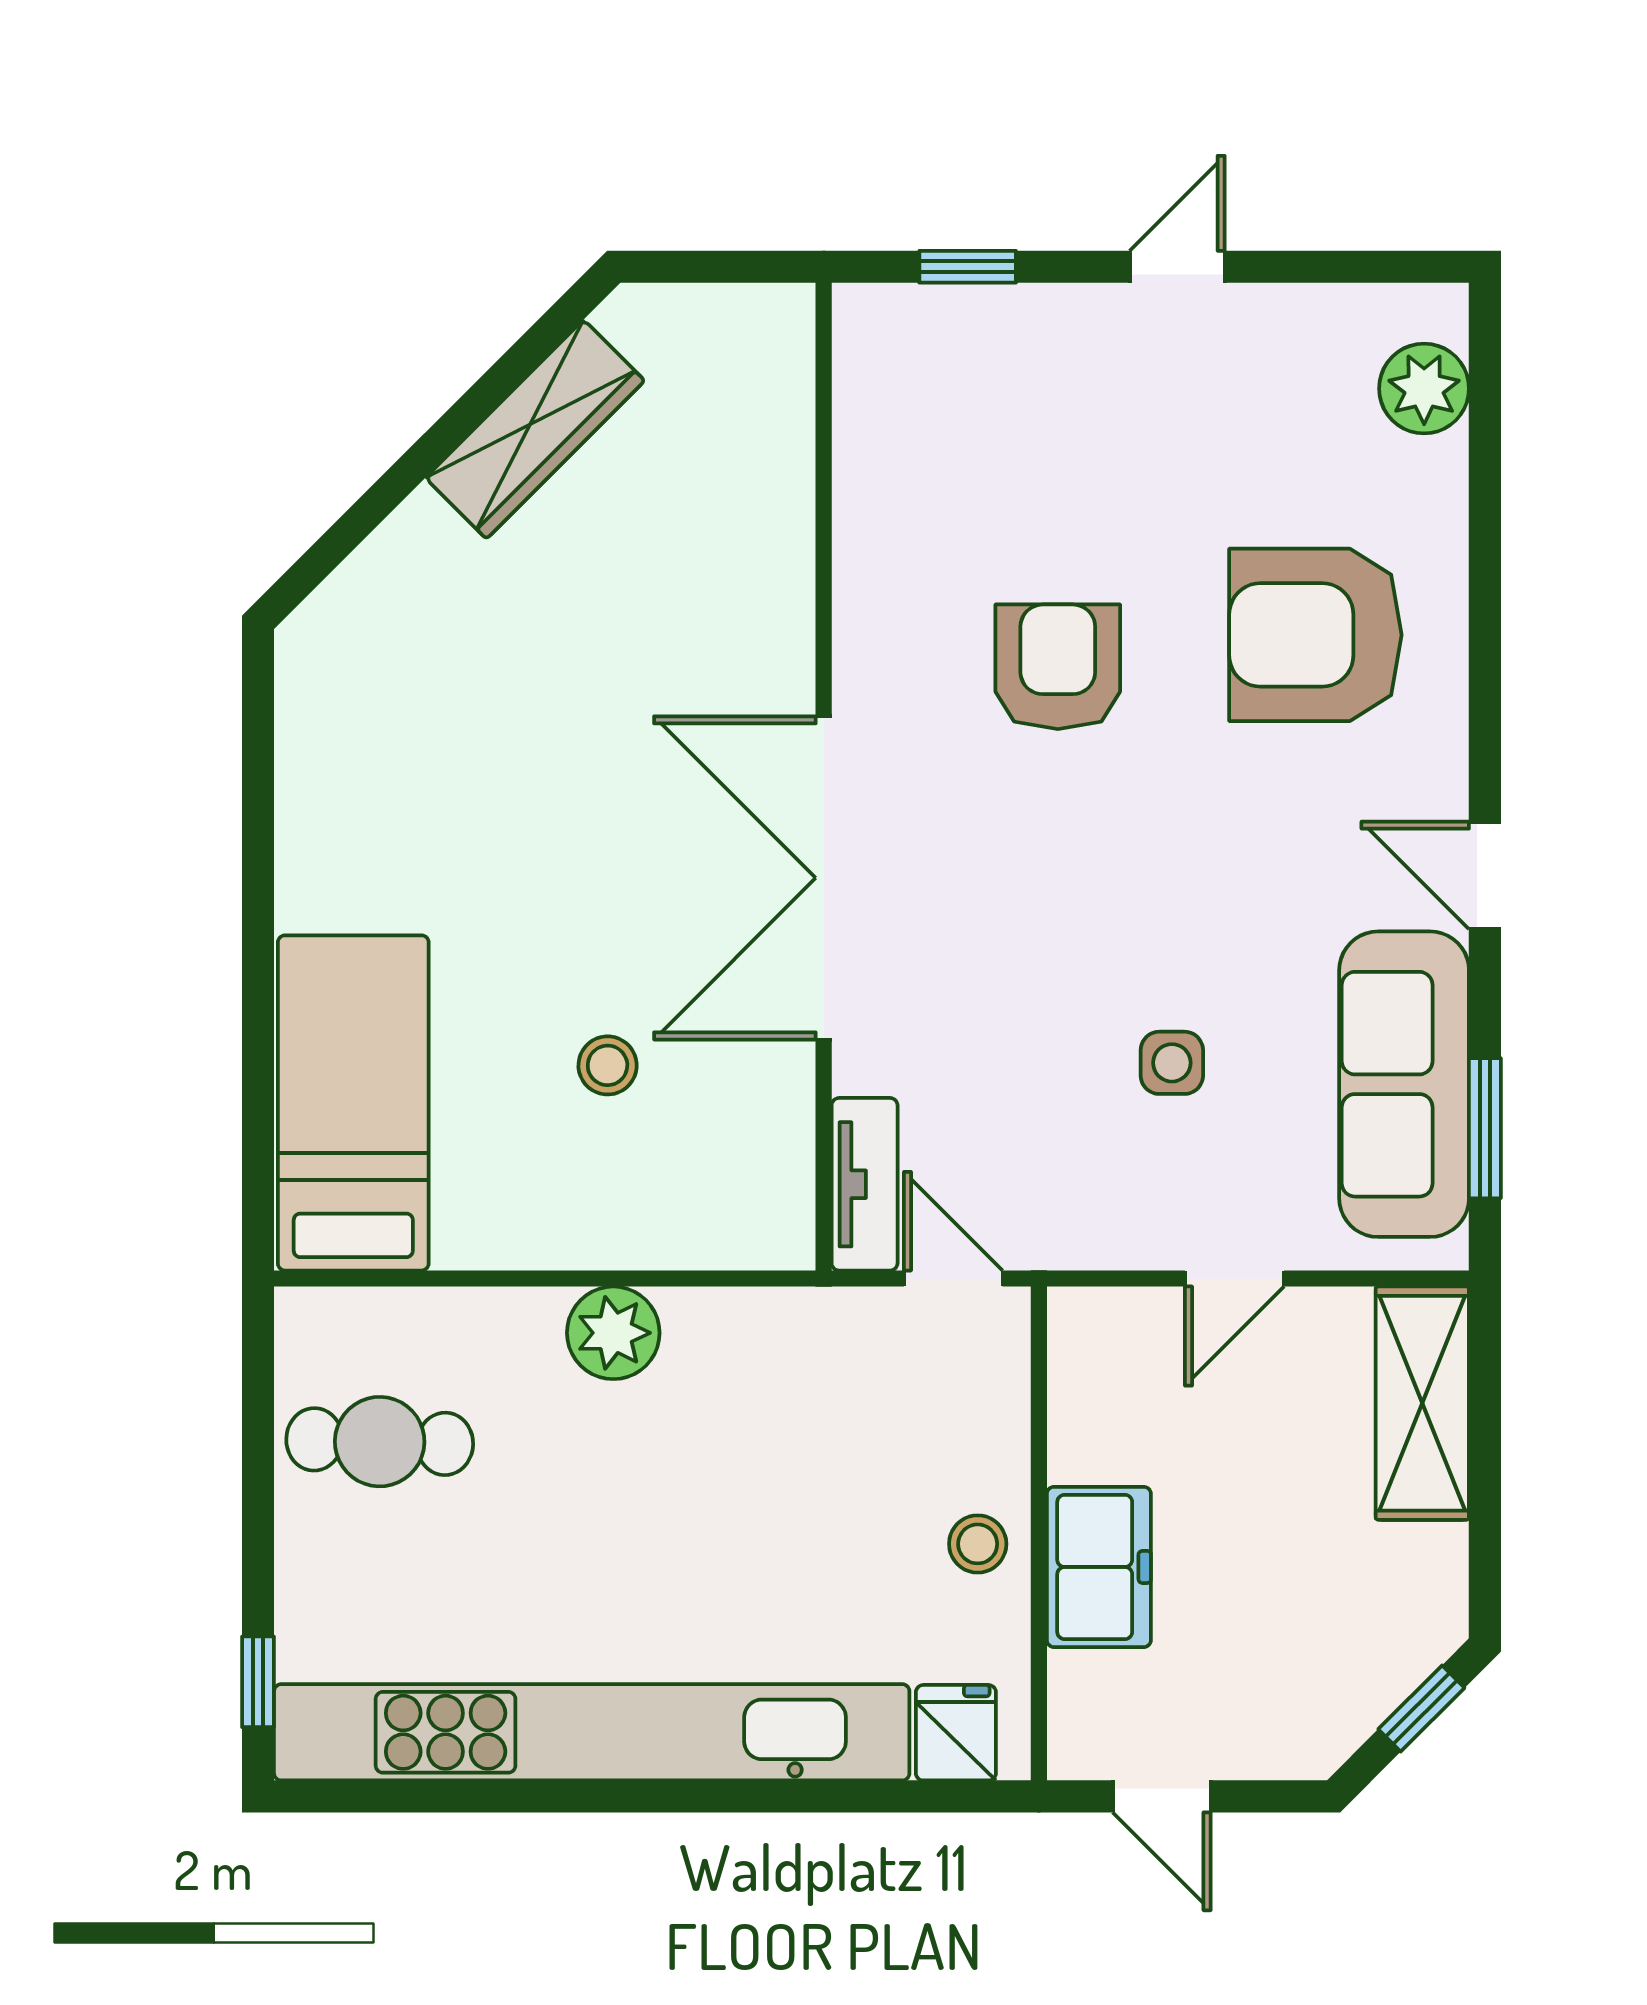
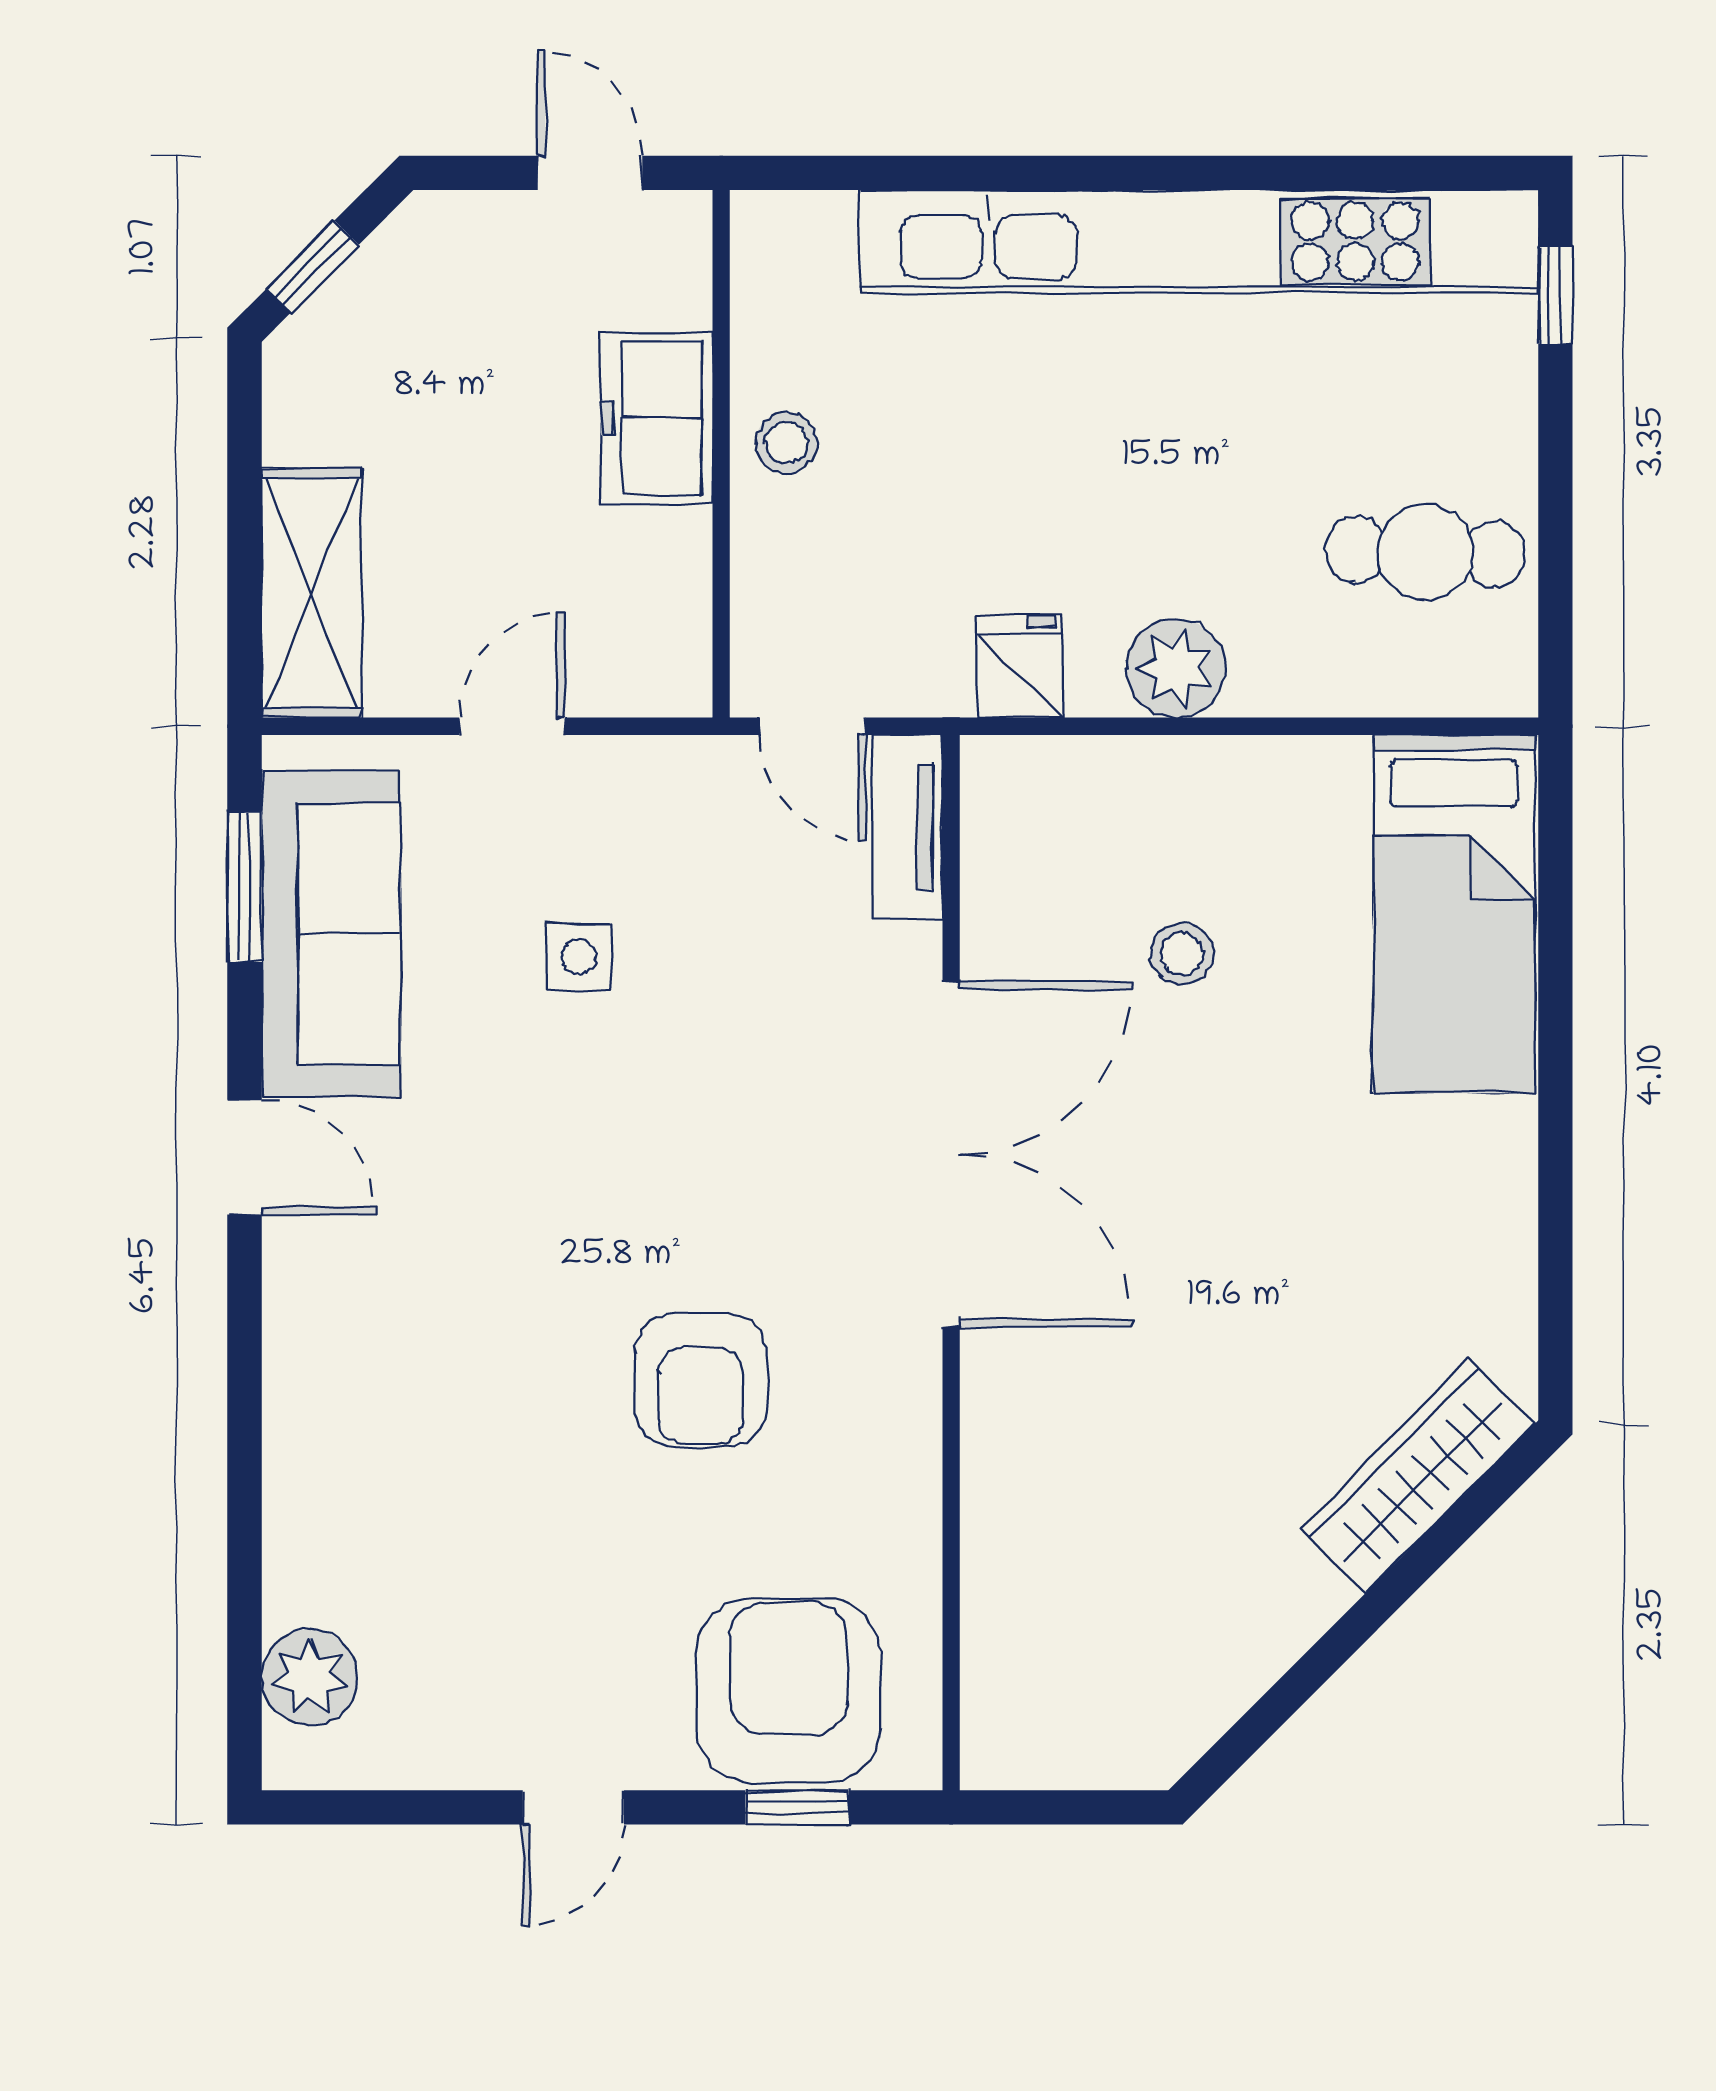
wardrobe: (535, 429) -> (1418, 1476), moved
armchair: (1315, 635) -> (789, 1691), moved, turned -90
fridge: (956, 1733) -> (1019, 667), moved, turned 180

